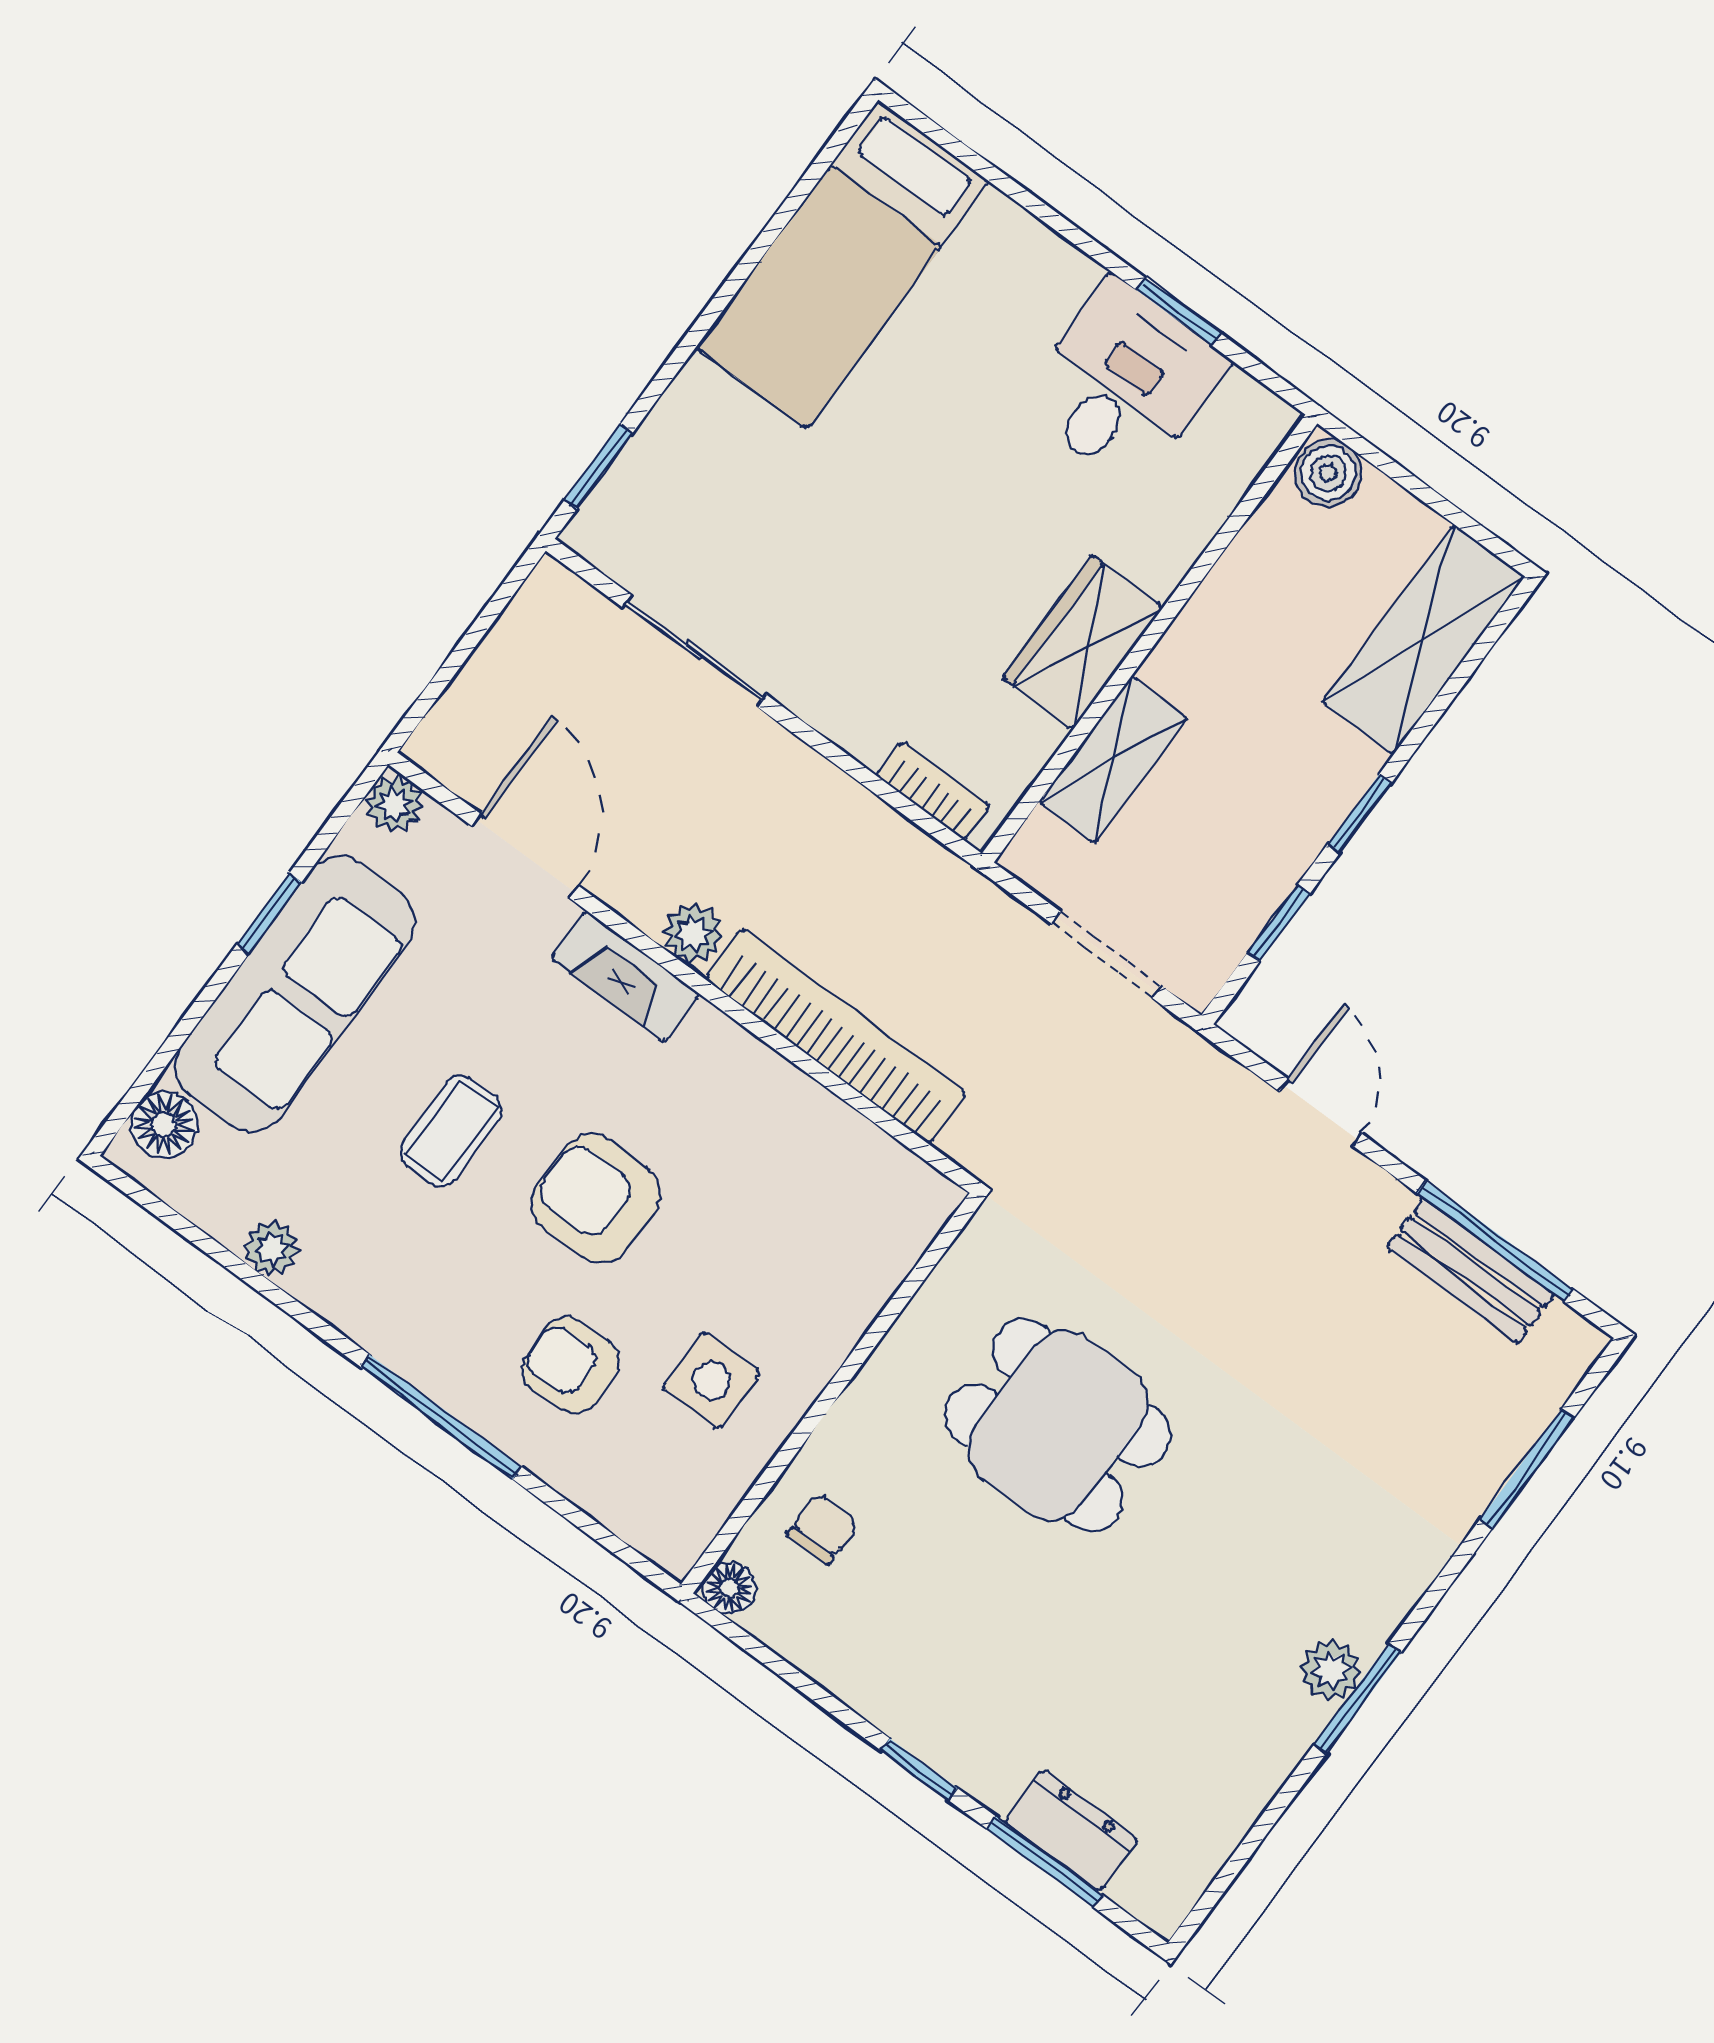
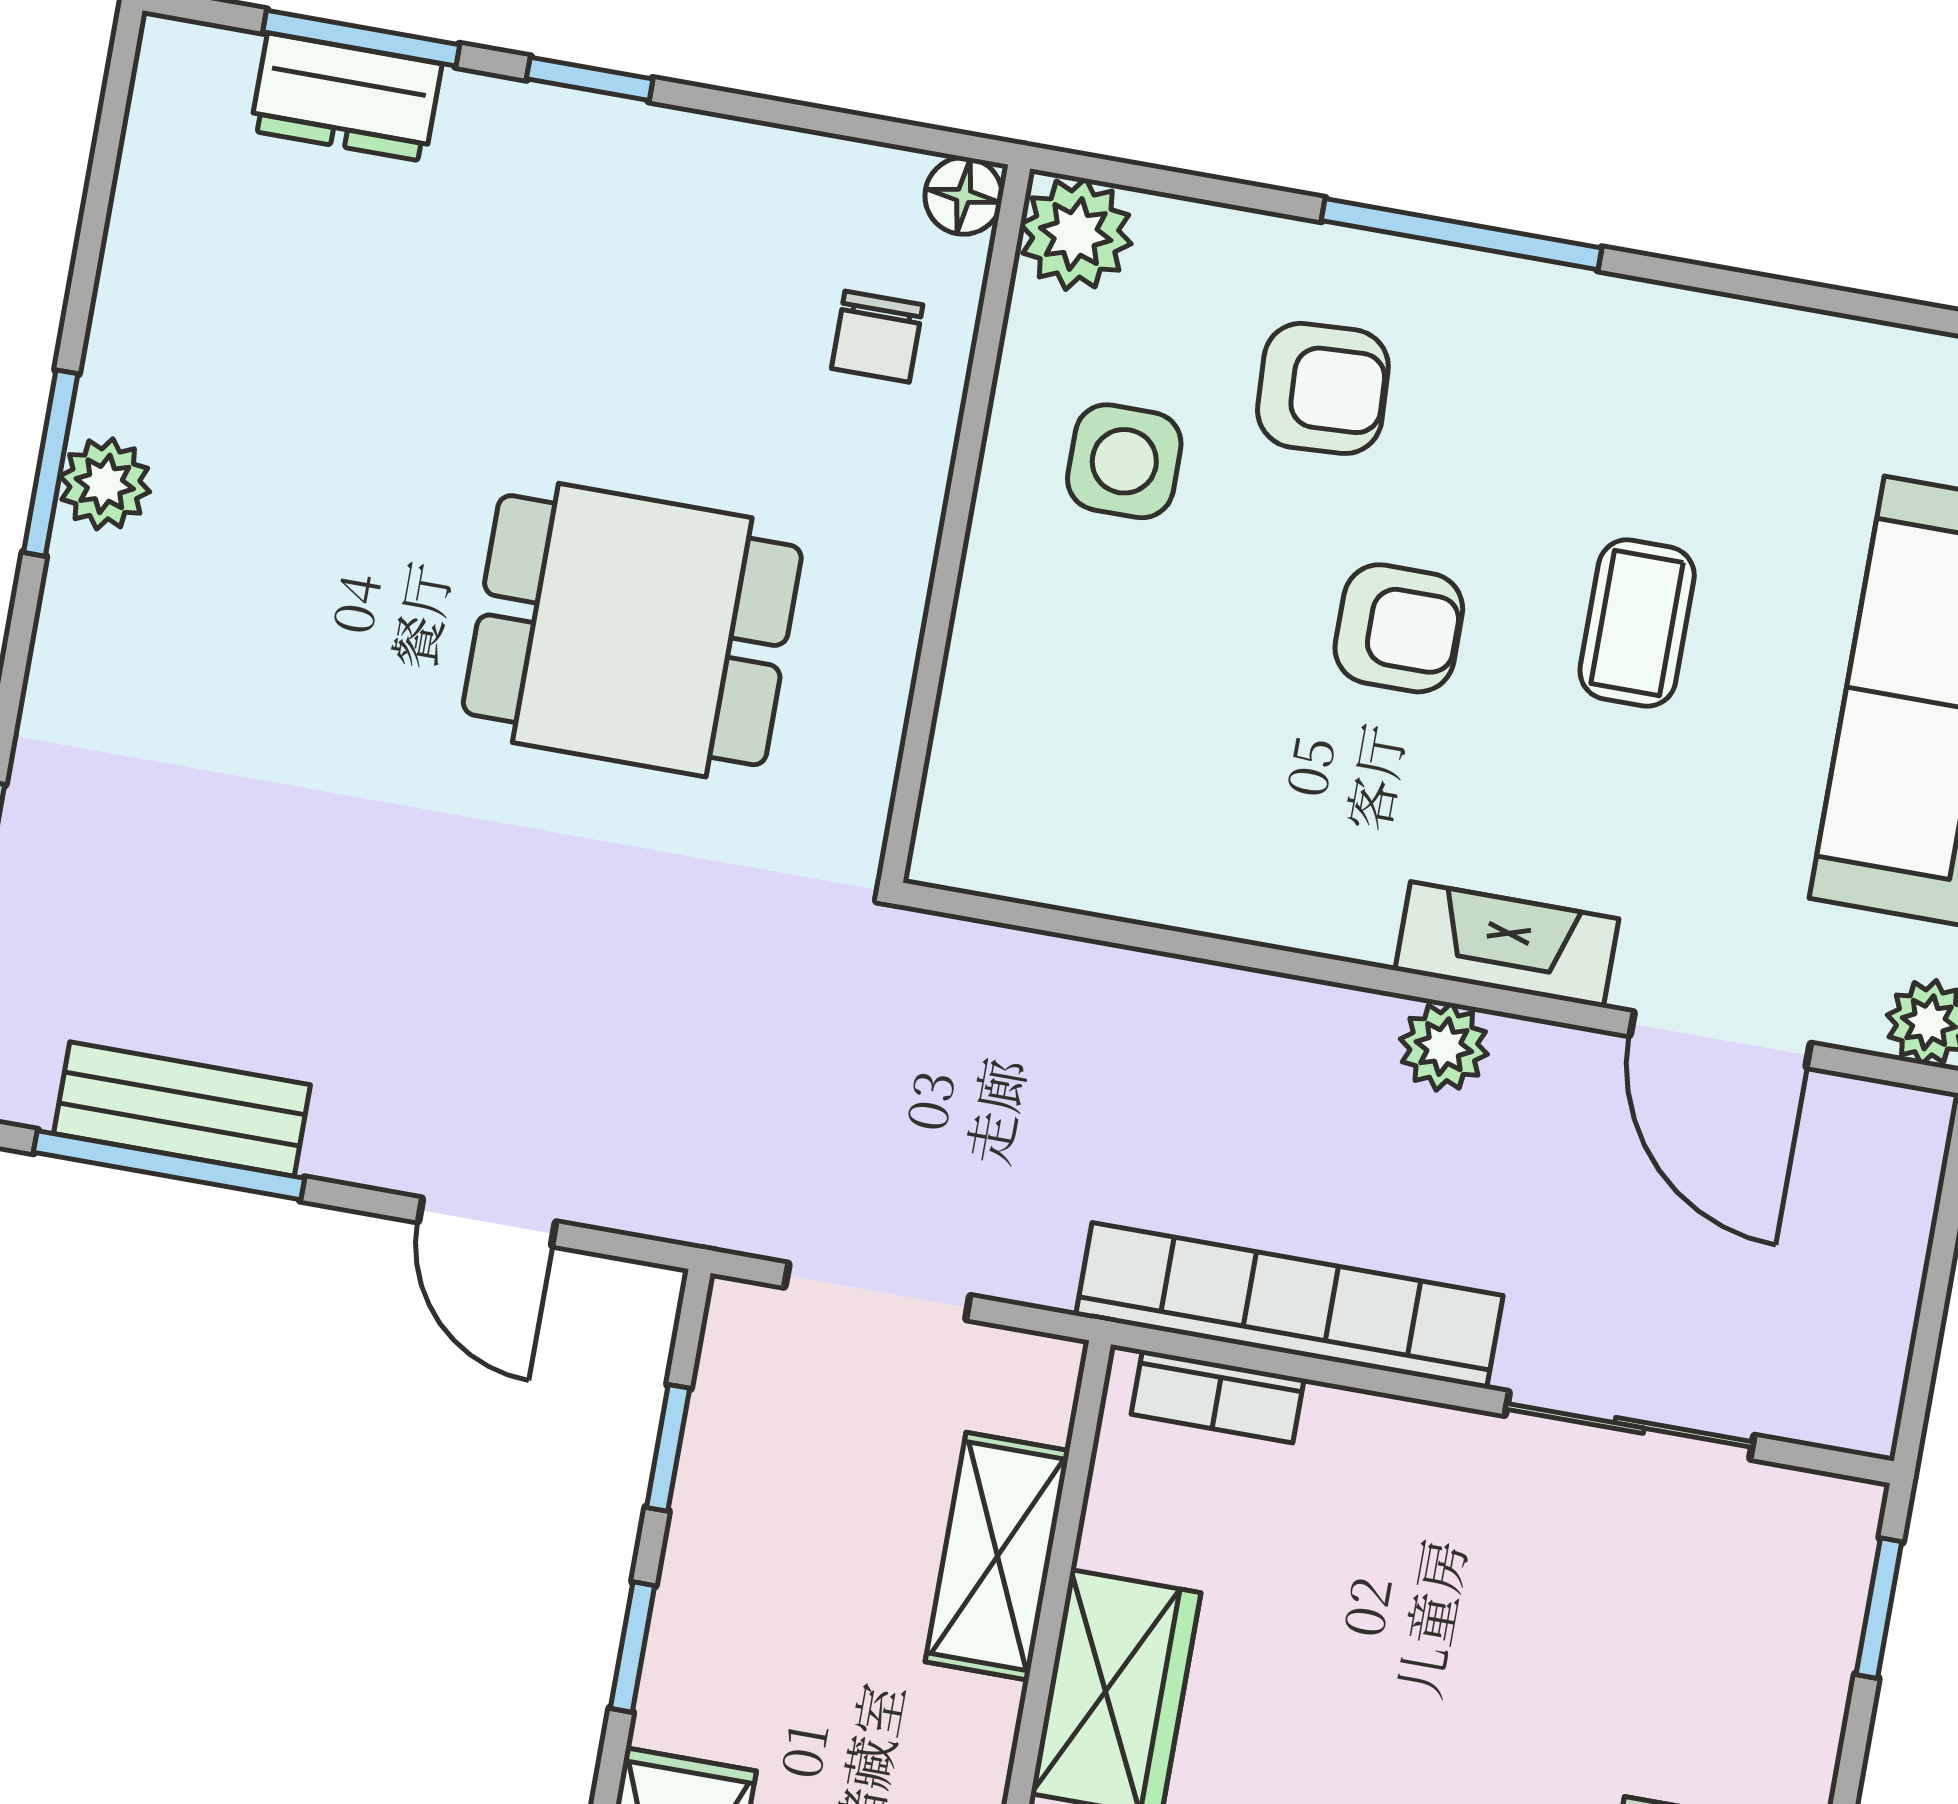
bookcase: (836, 1036) -> (1289, 1306), moved, turned 180
armchair: (596, 1199) -> (1399, 628), width x0.72, depth x0.72
plant: (272, 1248) -> (1076, 234), moved, width x1.38, depth x1.38

